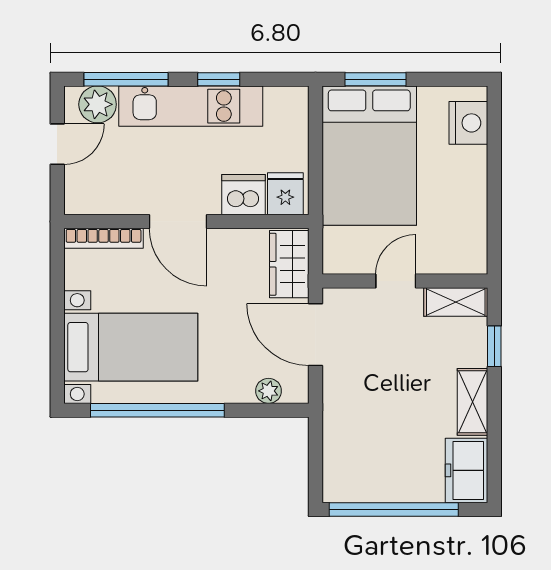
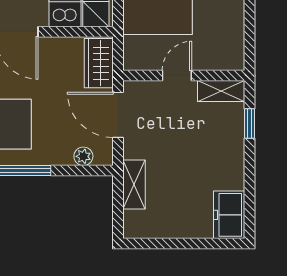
shelving: (473, 402) -> (134, 184), moved
window: (394, 510) -> (176, 244), removed

